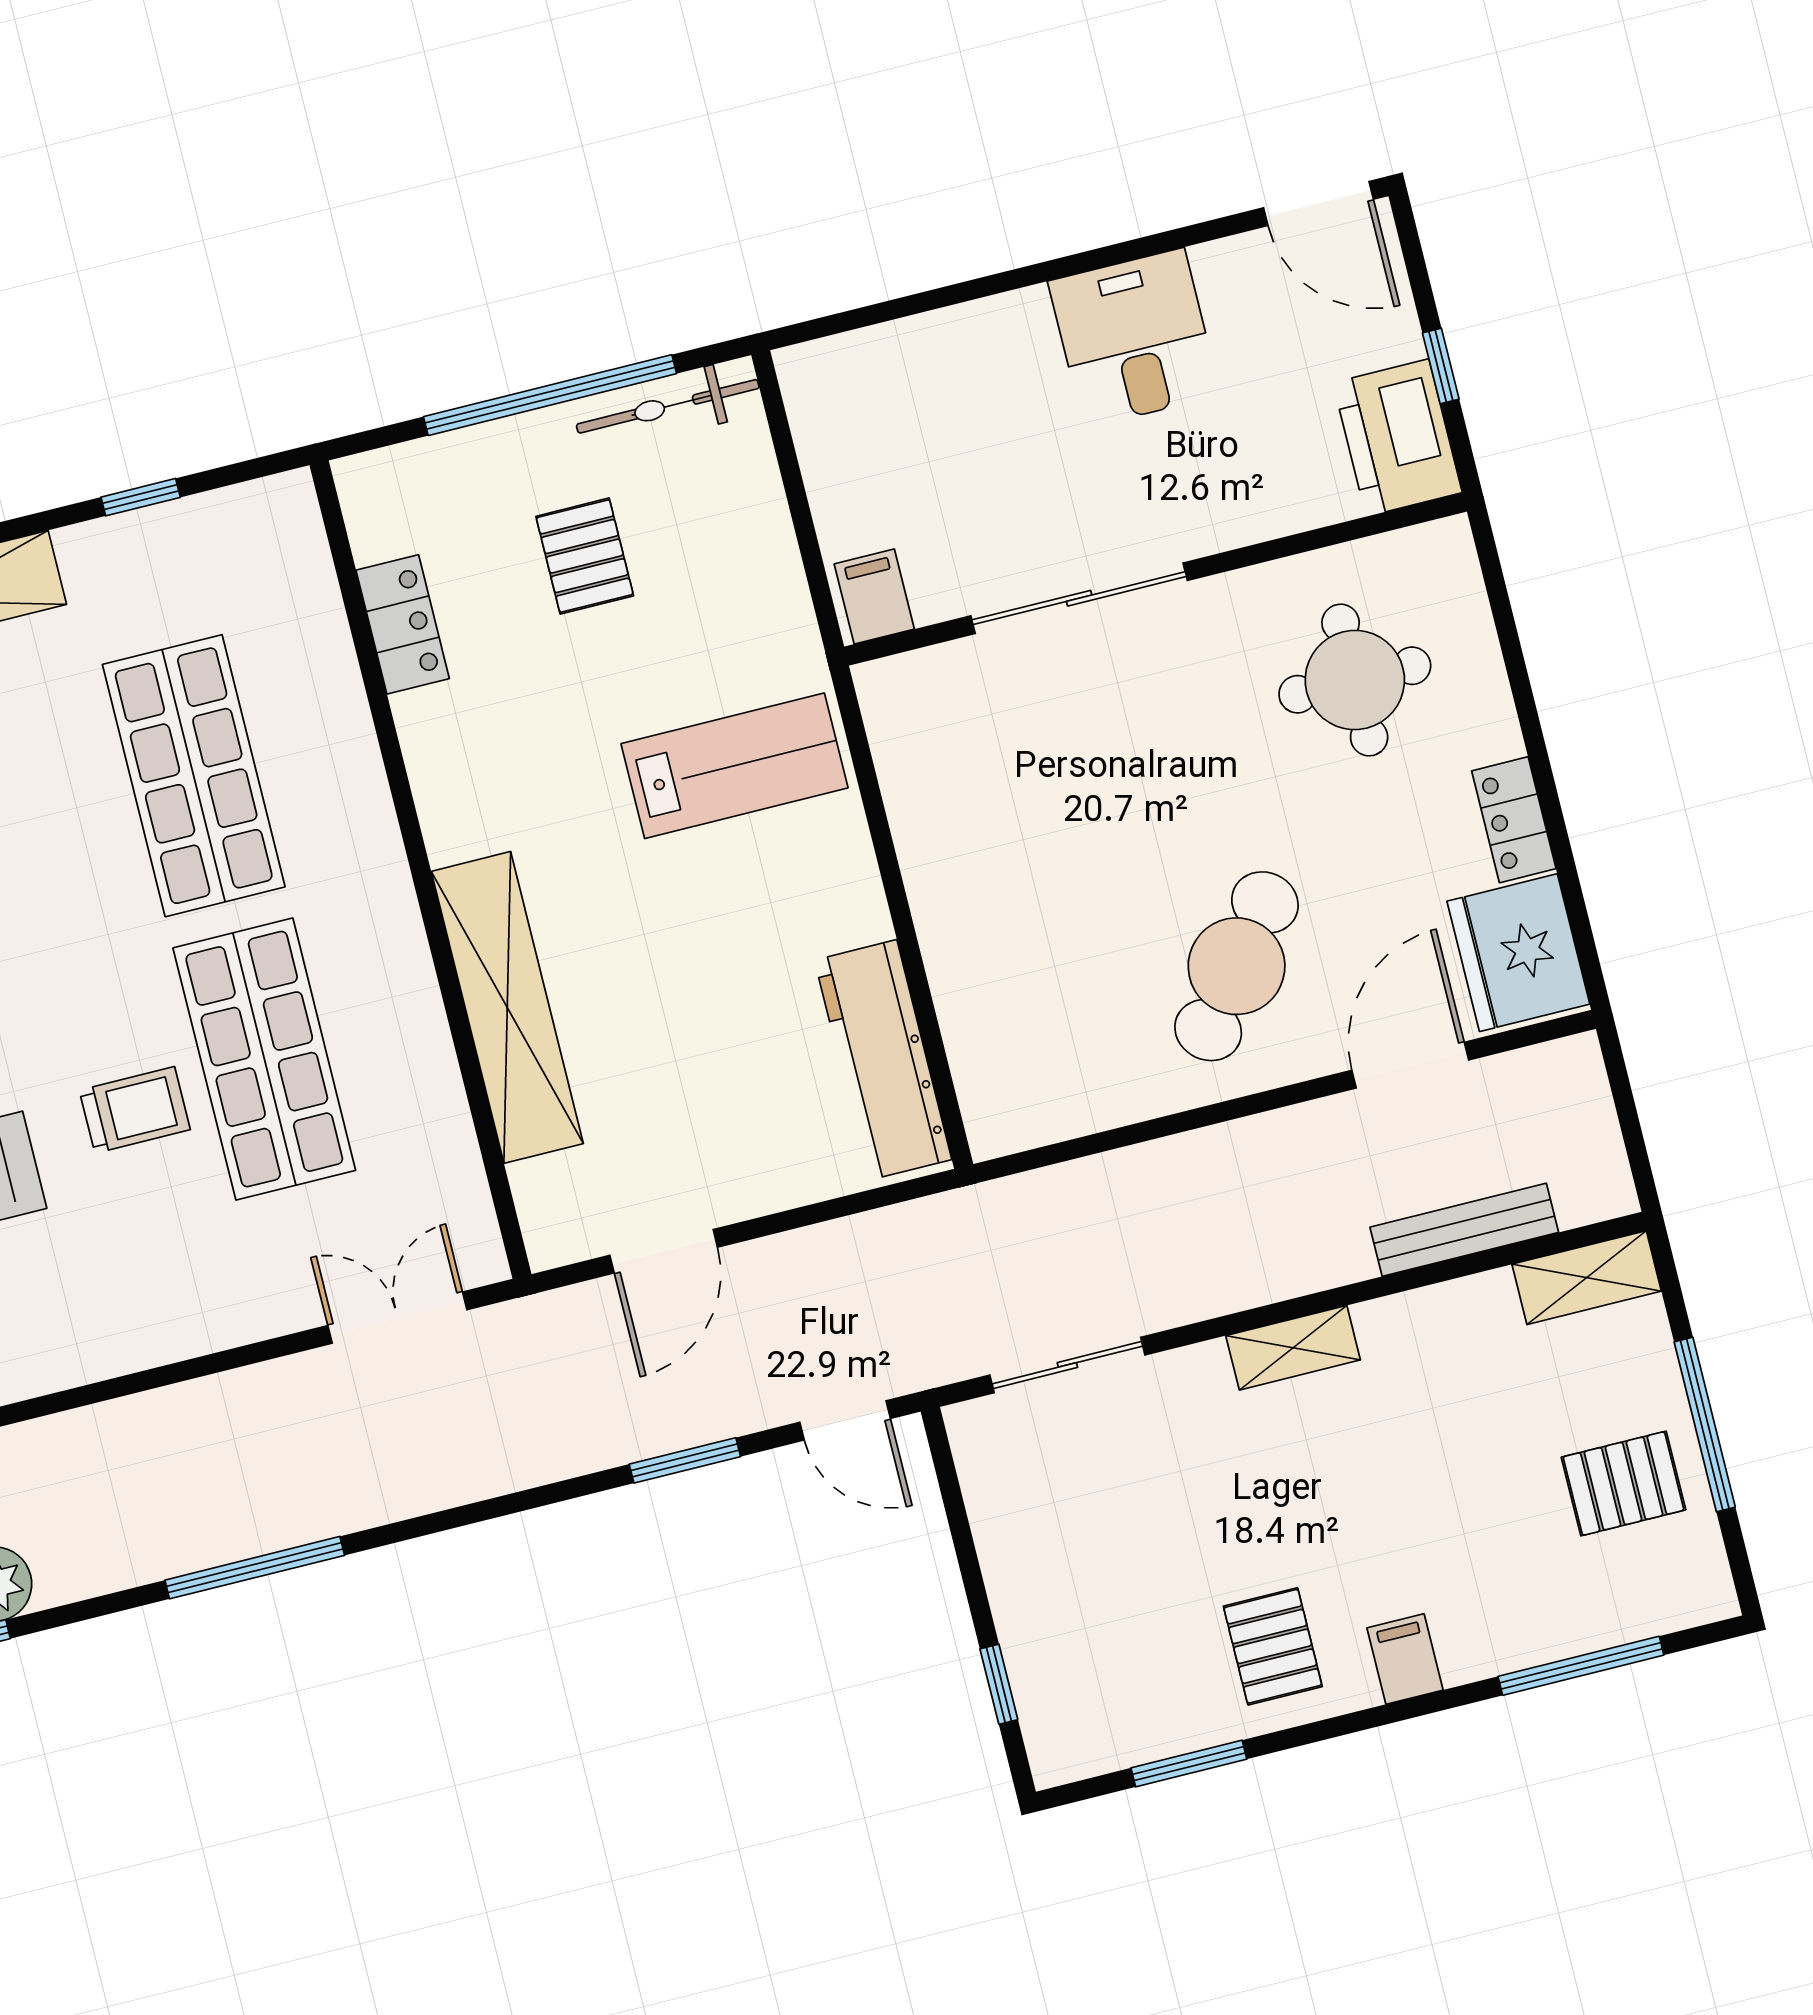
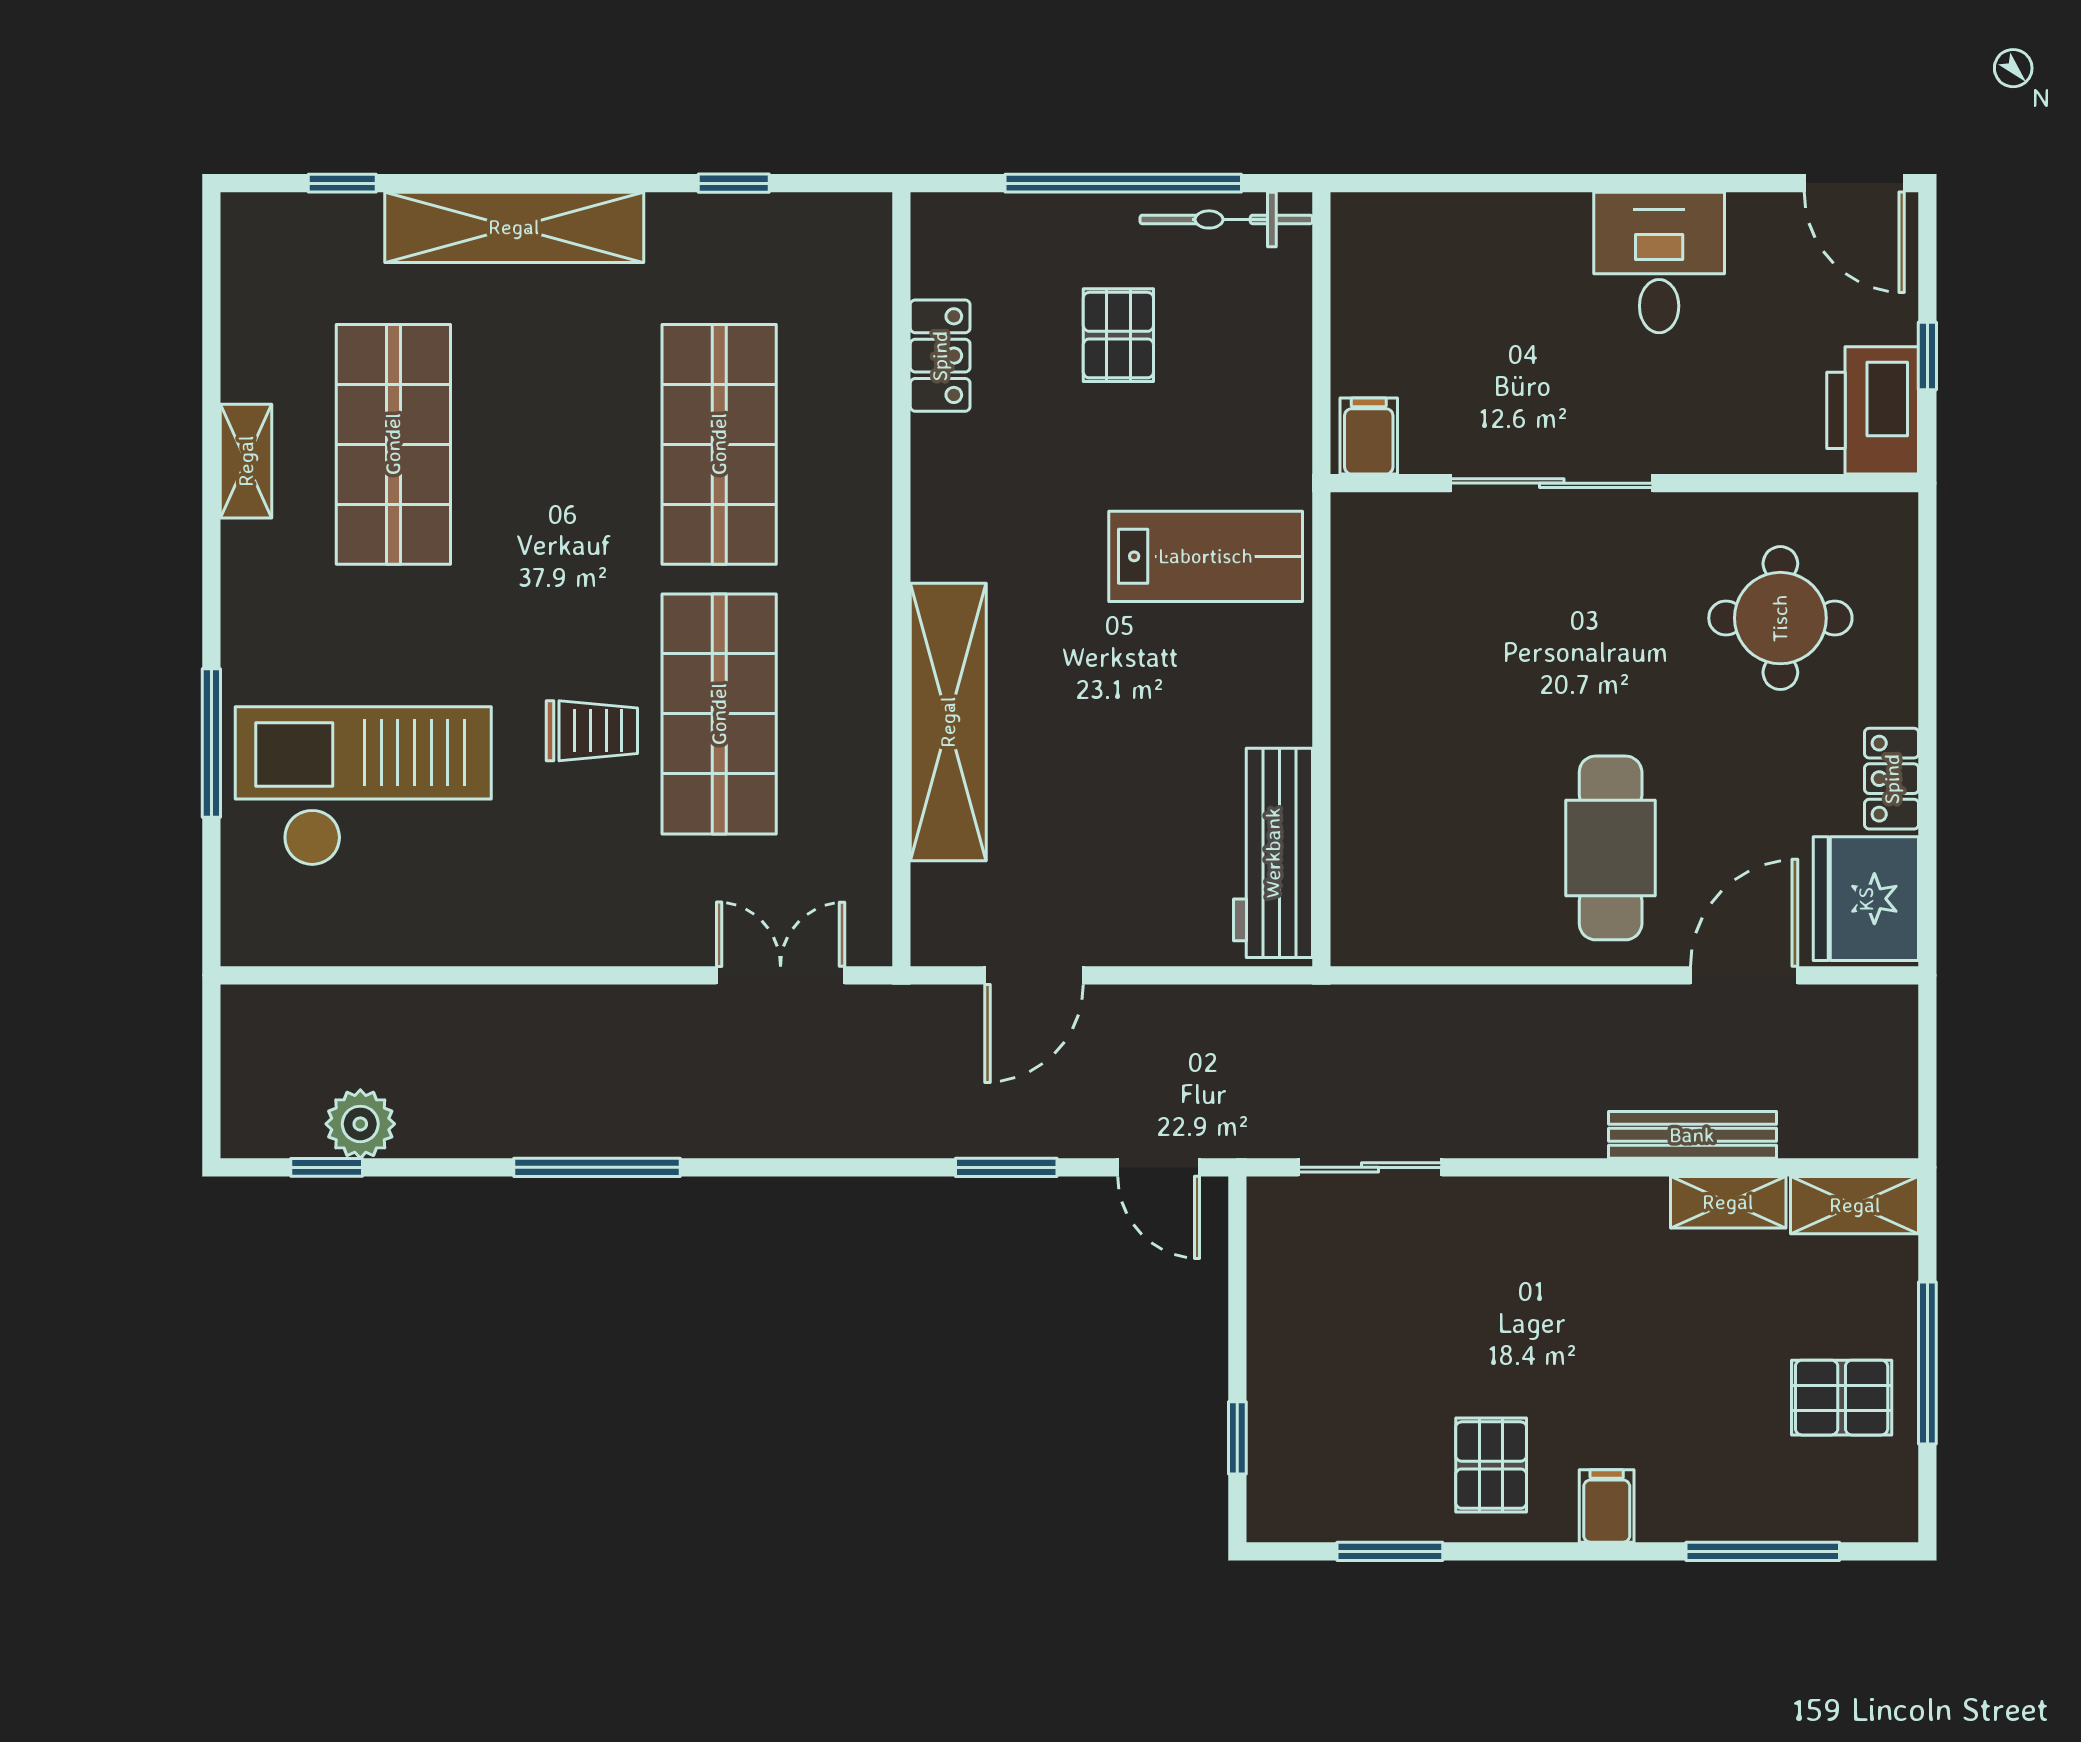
cafe table: (1237, 966) -> (1611, 848), turned -38
bench: (1464, 1230) -> (1692, 1135), moved
shelving: (1293, 1348) -> (1728, 1202), moved

